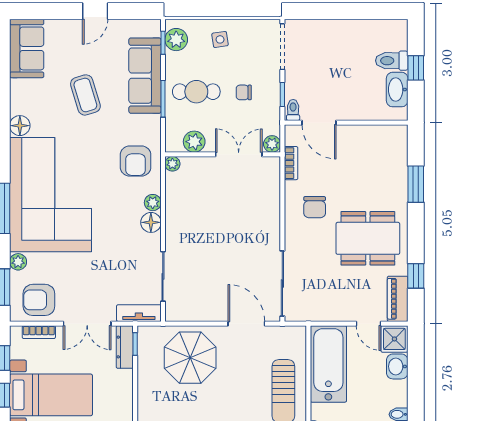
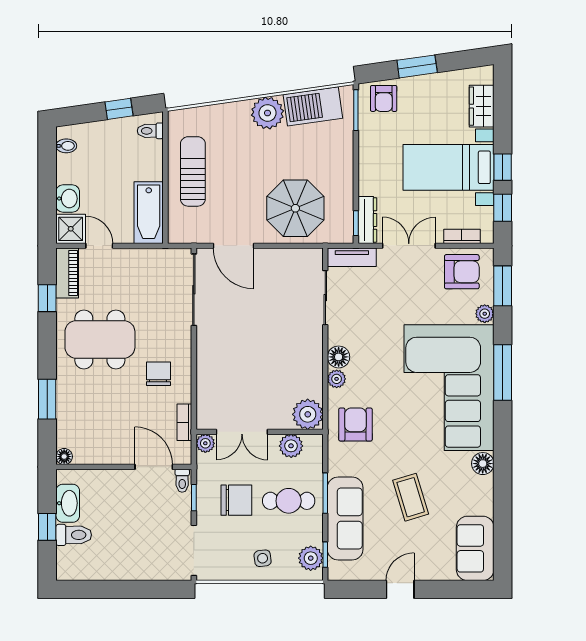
chair: (244, 92) -> (236, 500), width x1.87, depth x1.87
floor lamp: (400, 132) -> (64, 457), added
plant: (172, 164) -> (308, 414), width x1.87, depth x1.87
bathtub: (328, 364) -> (149, 213), width x0.73, depth x0.73

